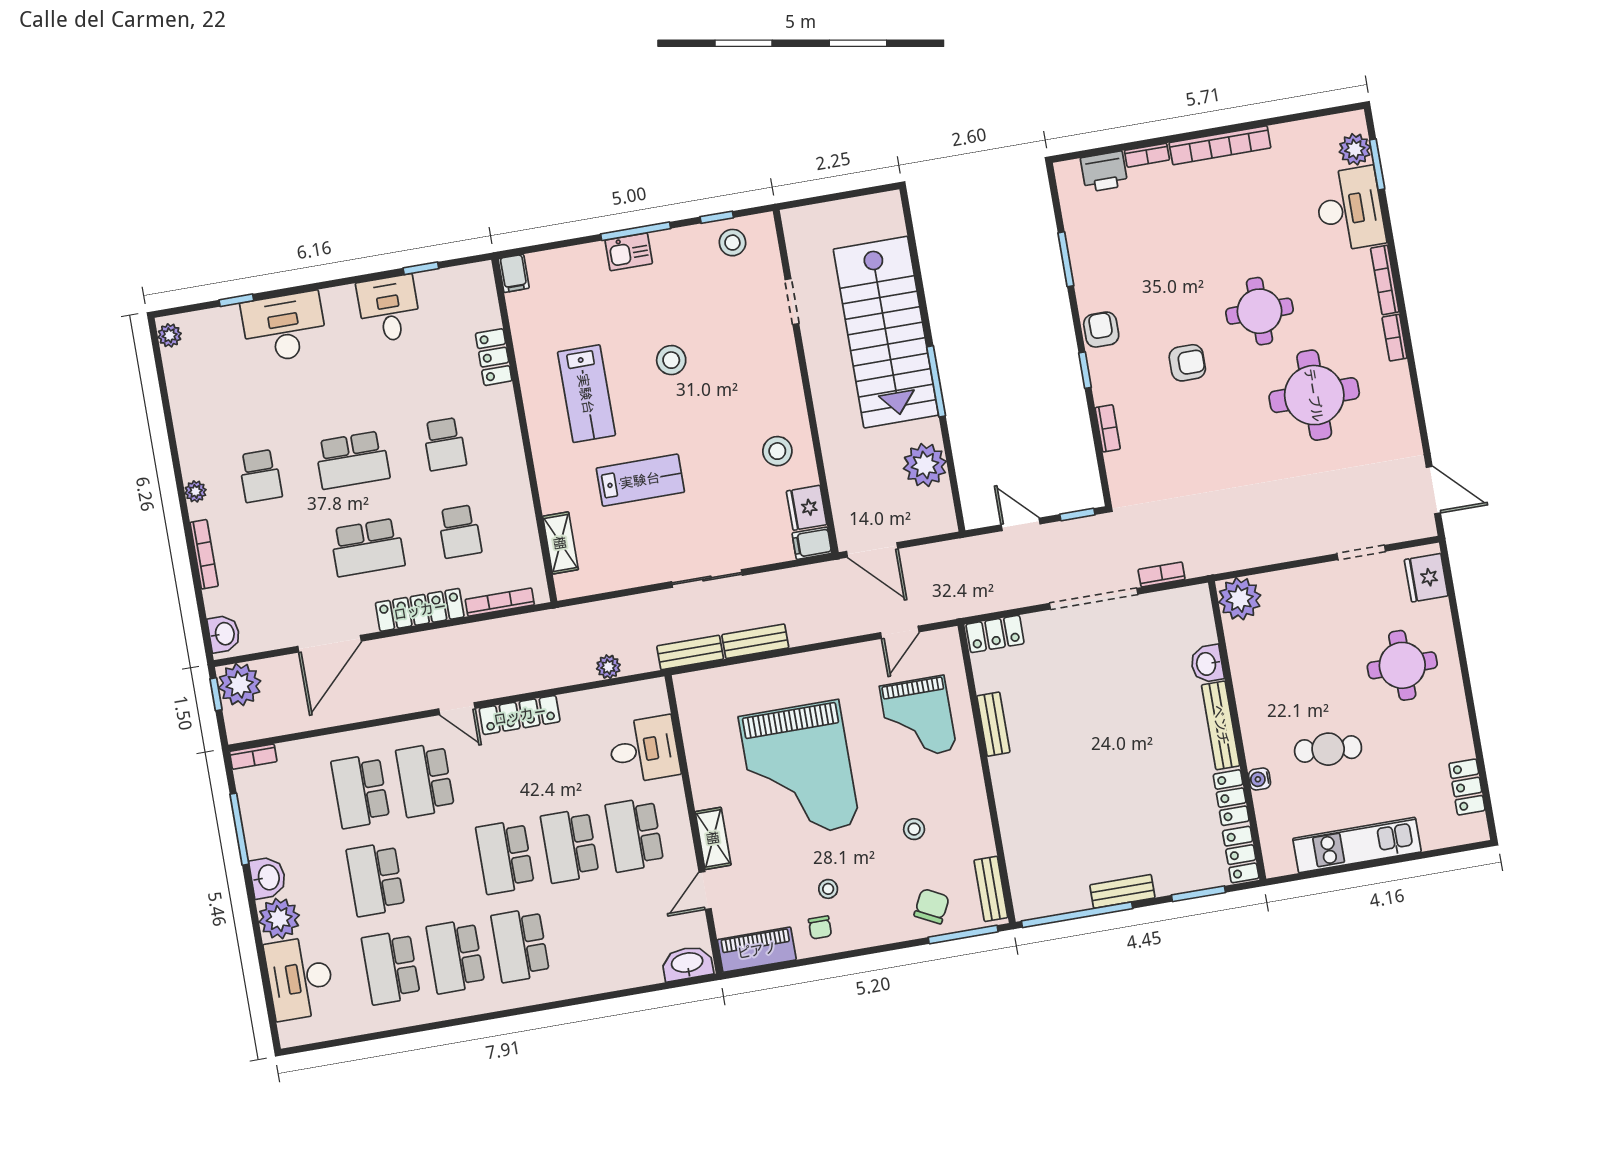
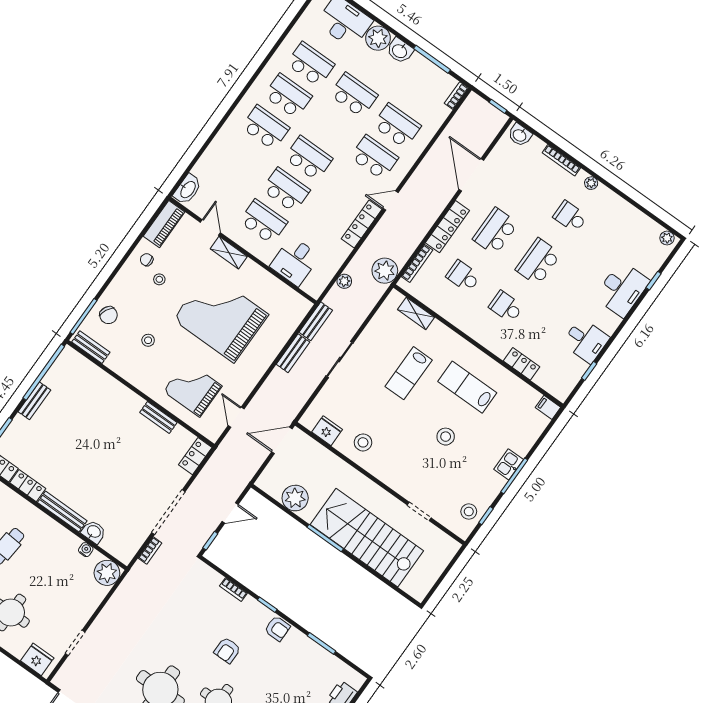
filing cabinet: (812, 543) -> (310, 418), removed
plant: (240, 685) -> (385, 271), moved
water cooler: (1260, 779) -> (86, 550), moved

